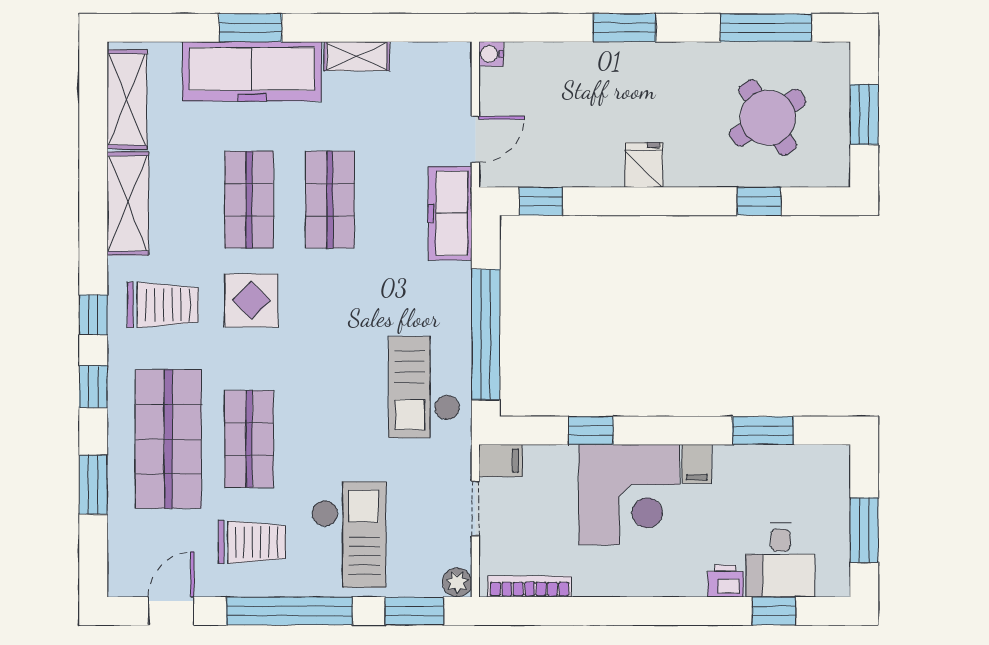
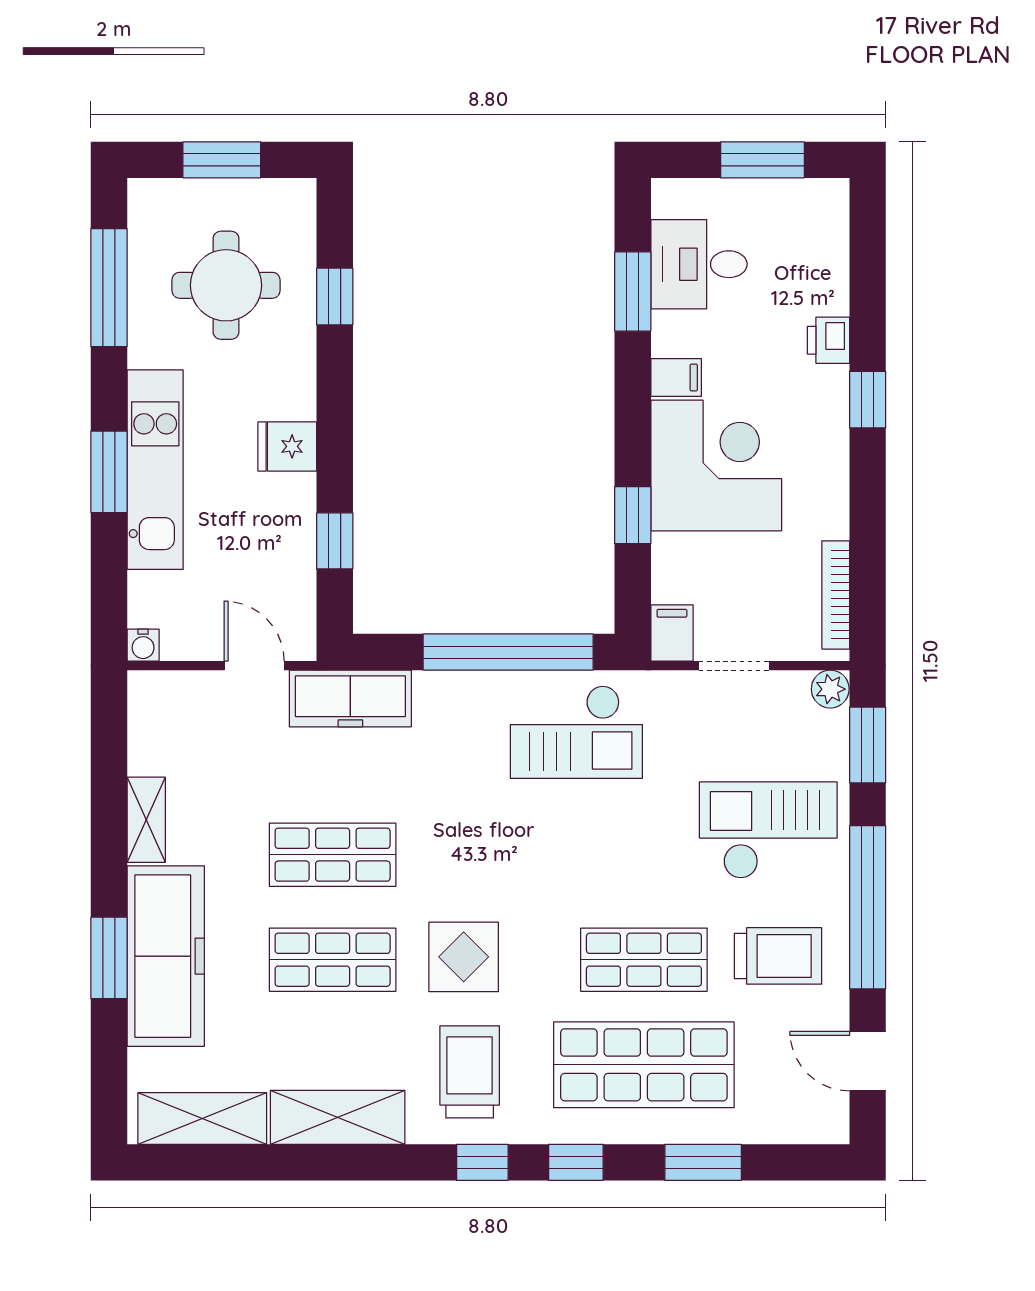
kitchen unit: (626, 63) -> (155, 470), added
round table: (768, 118) -> (226, 285), turned 33
window: (541, 201) -> (335, 541), moved
trolley: (252, 542) -> (778, 956), turned 90
desk: (780, 560) -> (699, 264), moved, turned 180
window: (774, 611) -> (868, 400), moved

